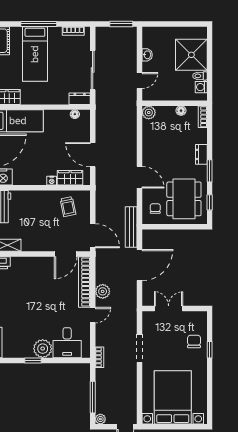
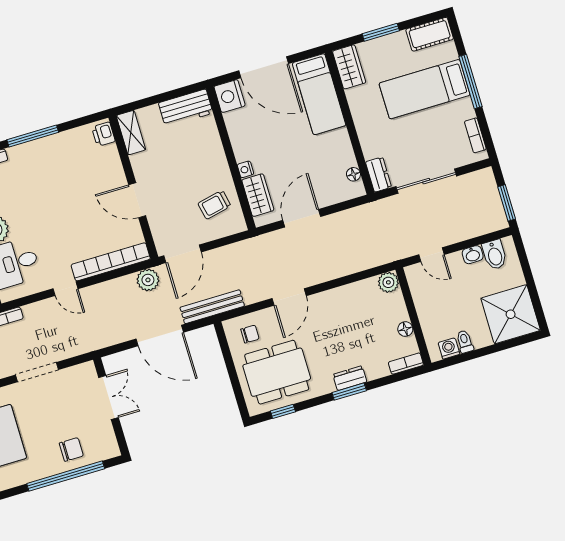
bidet: (151, 41) -> (495, 255), added
shower: (191, 55) -> (511, 314), moved
window: (210, 171) -> (349, 392), moved
door: (66, 254) -> (137, 200), moved
plant: (103, 291) -> (148, 280), moved
window: (210, 350) -> (66, 476), width x3.17

